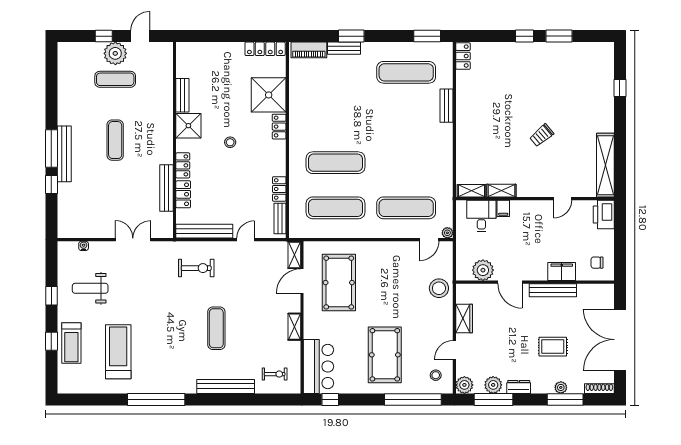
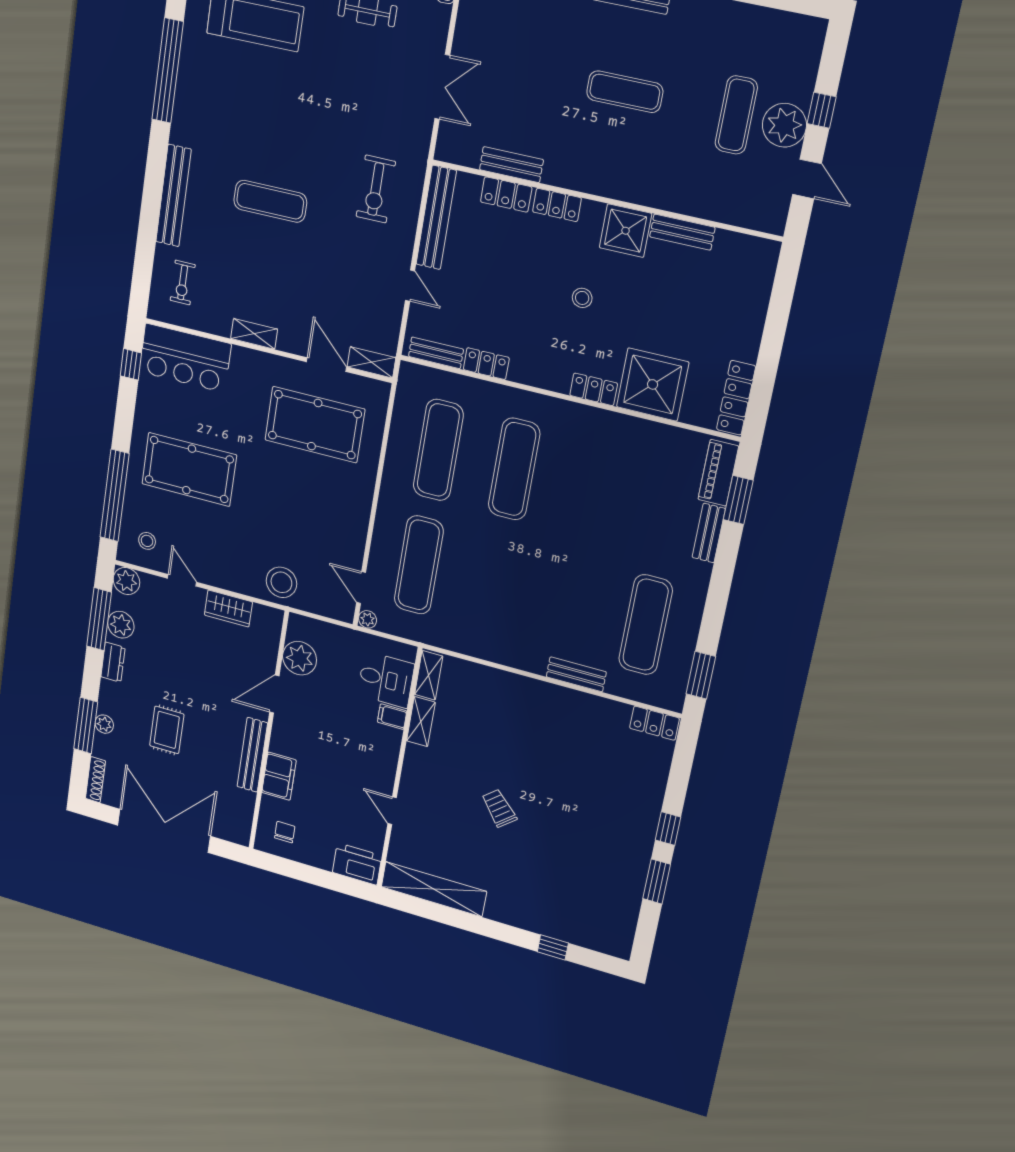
window: (351, 36) -> (738, 500), moved
bench: (167, 188) -> (511, 165), width x0.73

